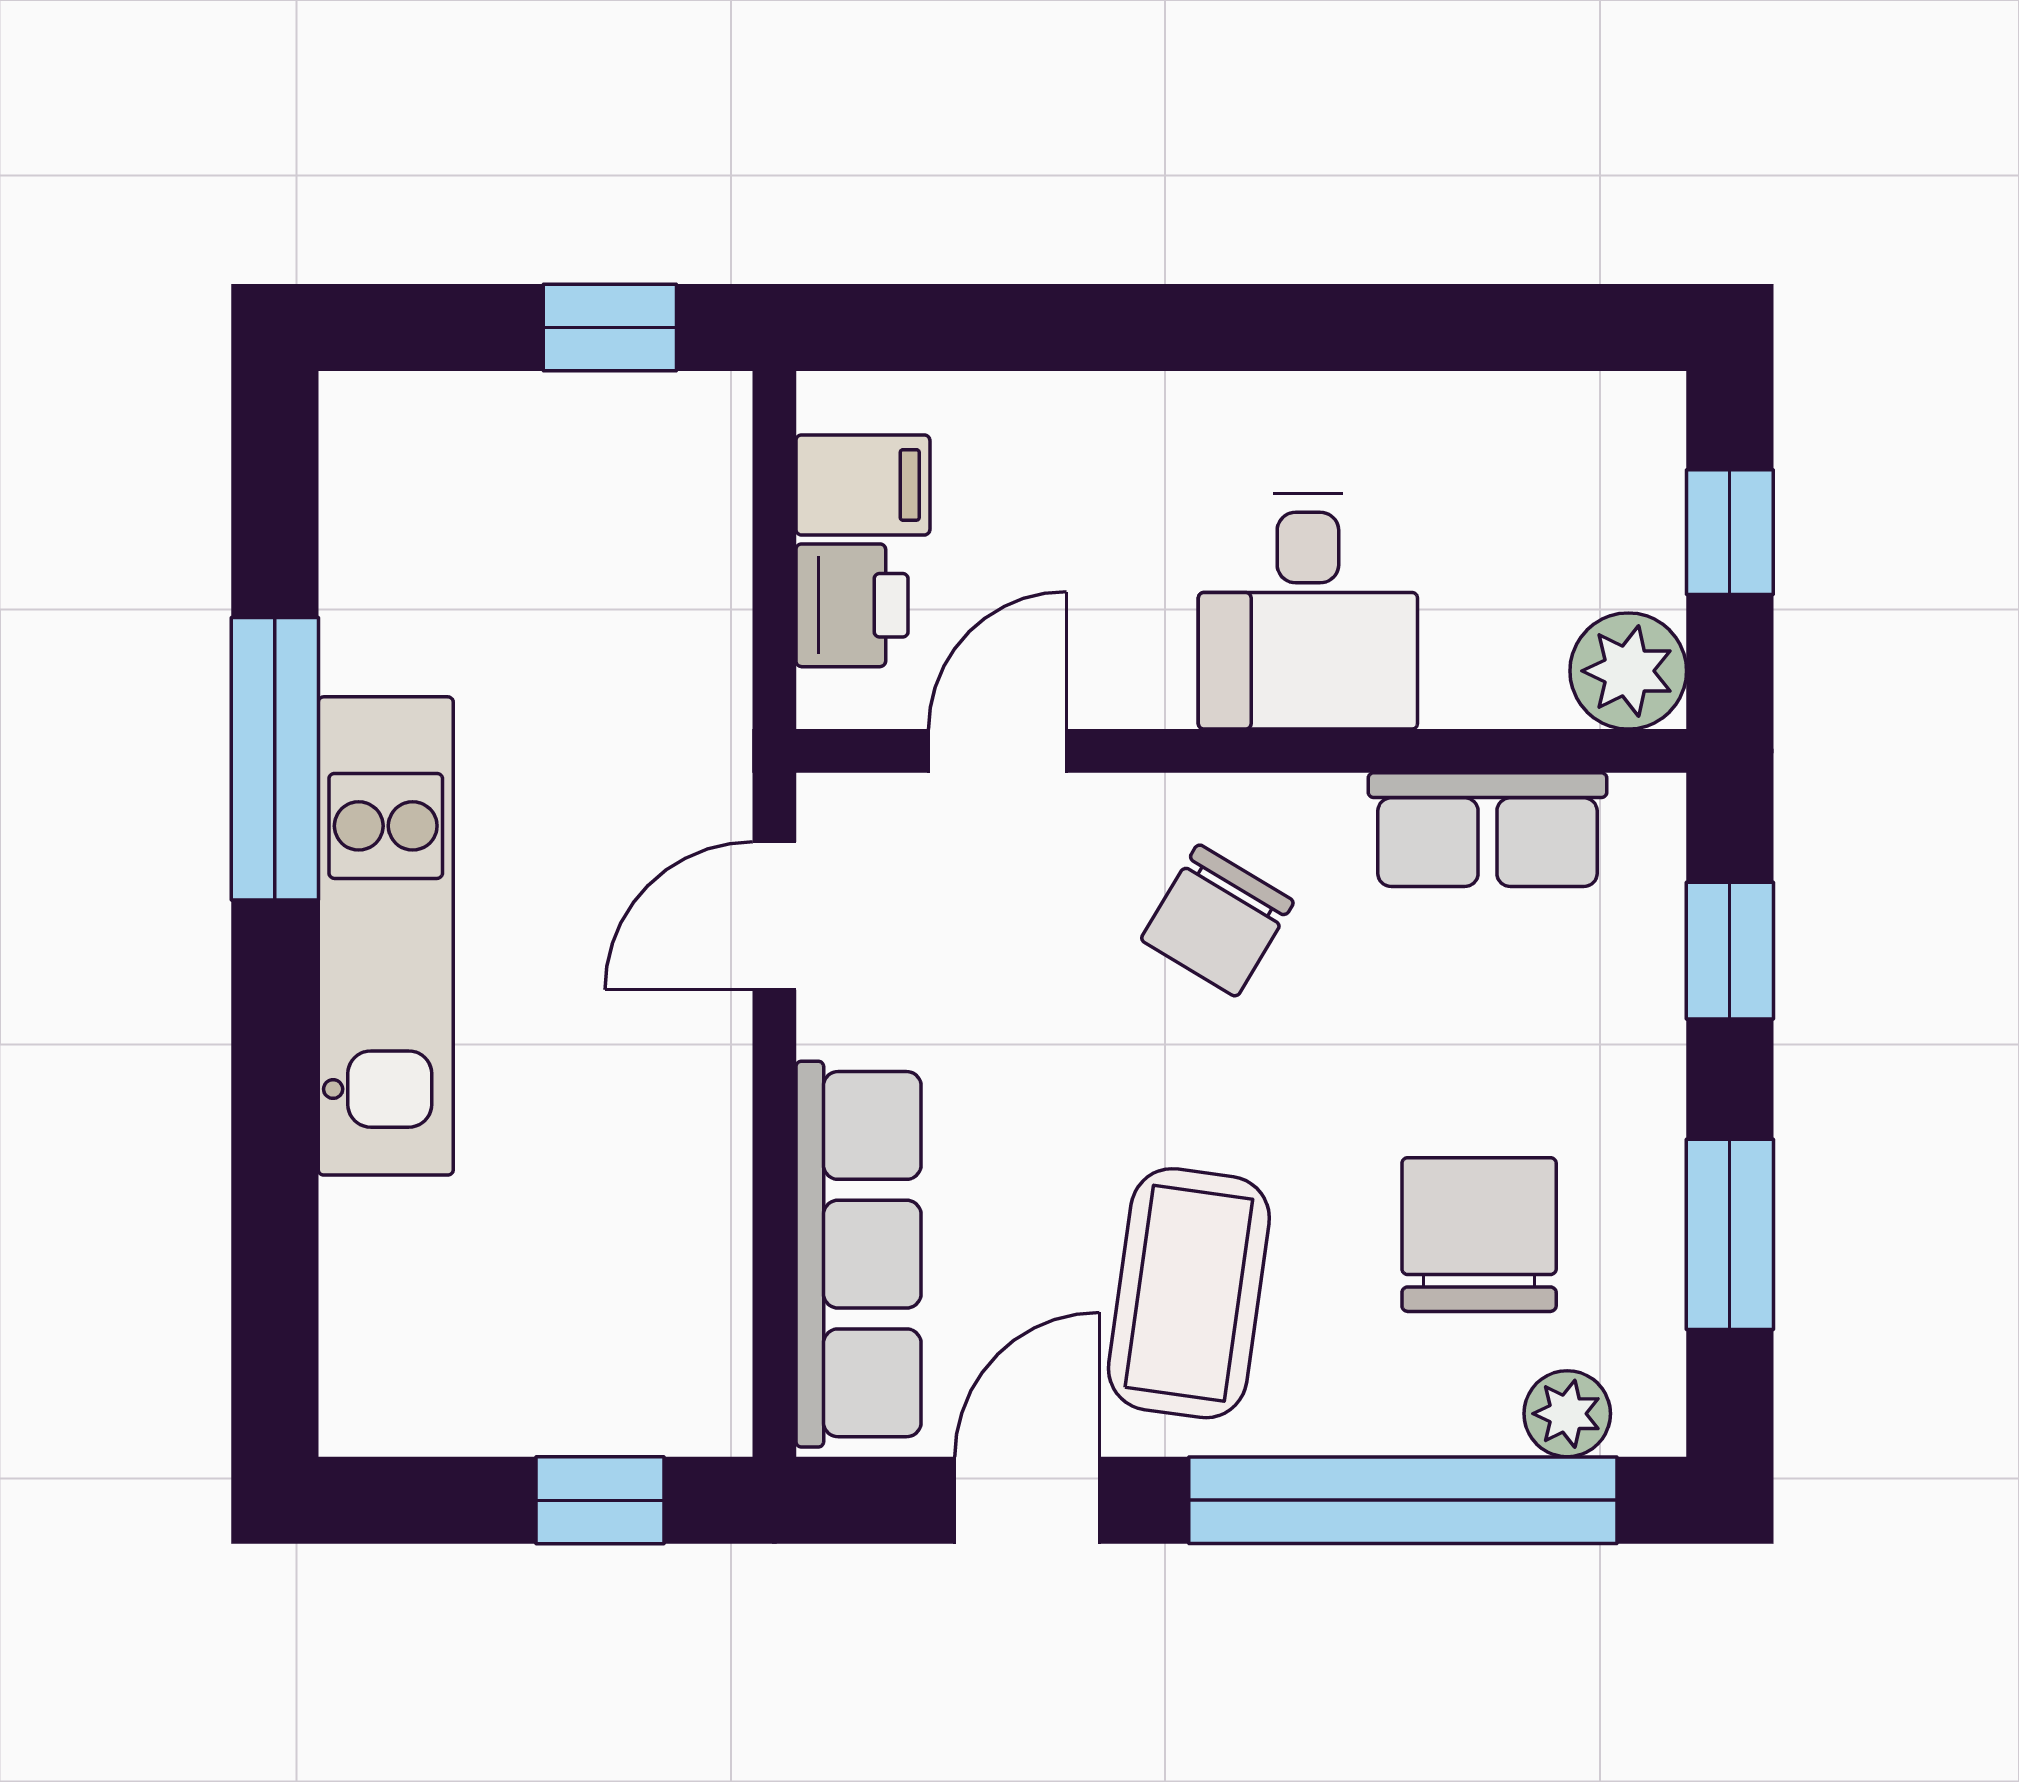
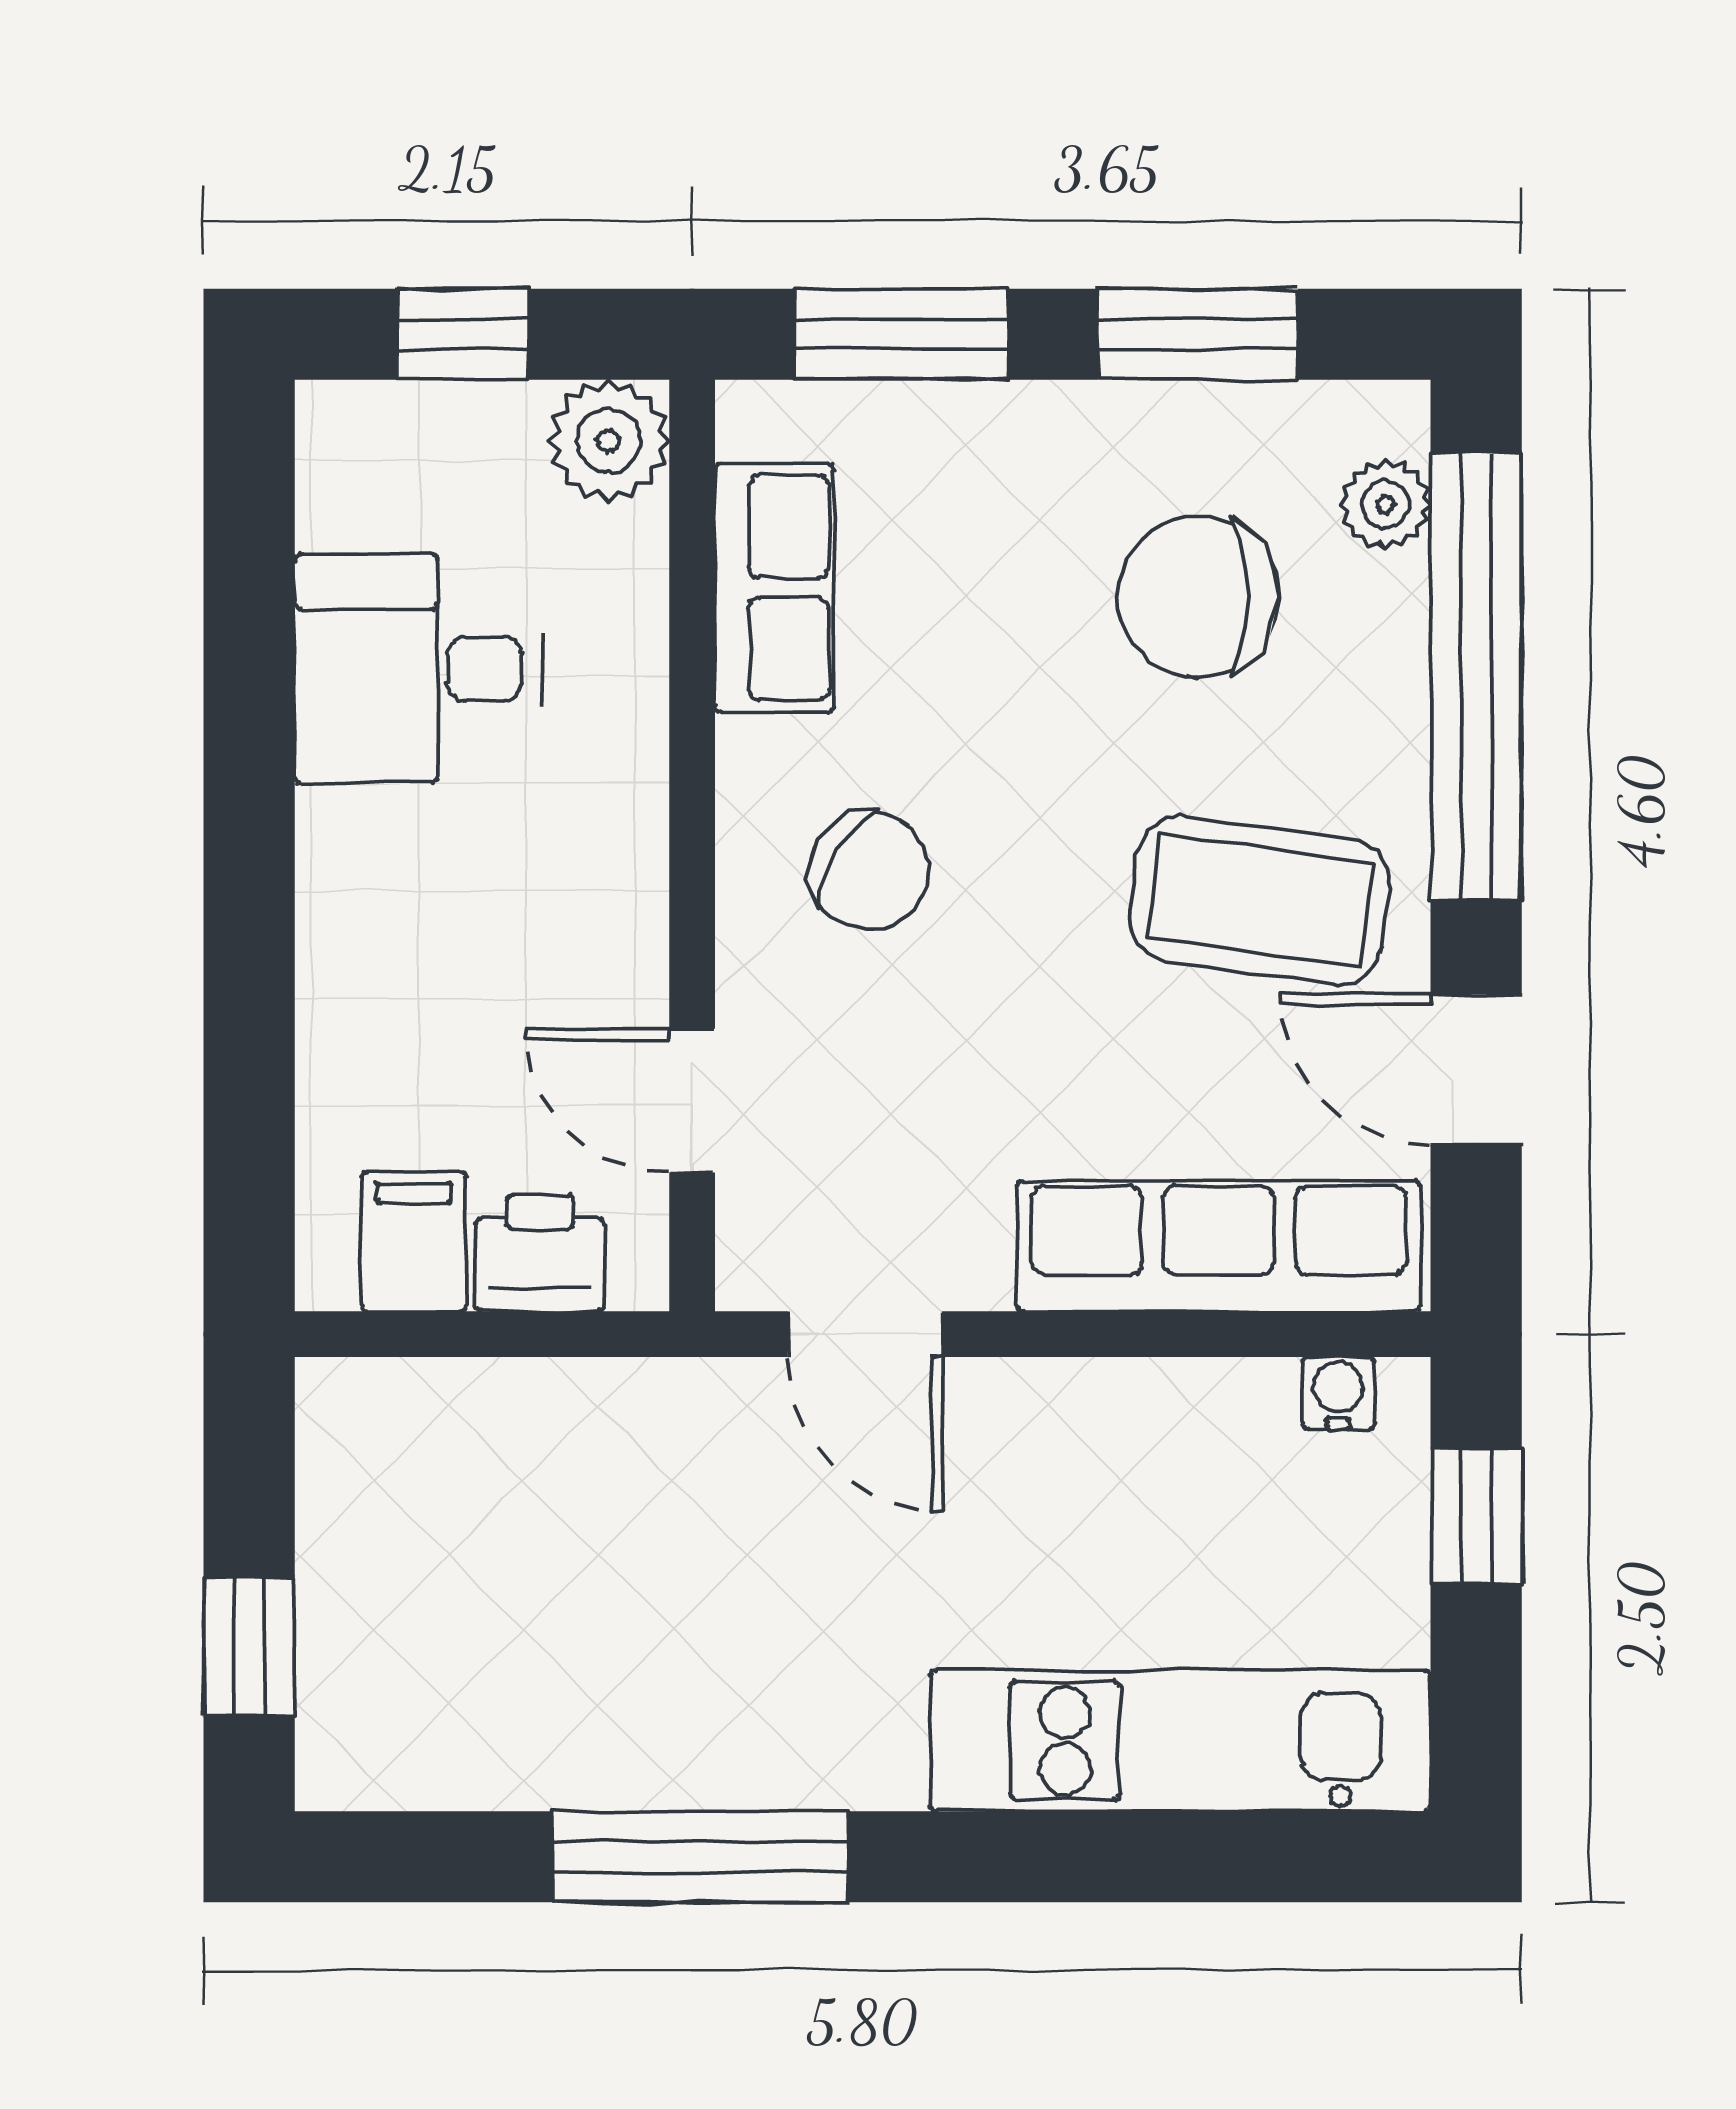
window: (610, 327) -> (249, 1647), moved
desk: (1308, 611) -> (418, 669), moved, turned 180
kitchen unit: (386, 936) -> (1180, 1741), moved
window: (1730, 951) -> (901, 334), width x1.50
water cooler: (718, 1368) -> (1338, 1393), added

